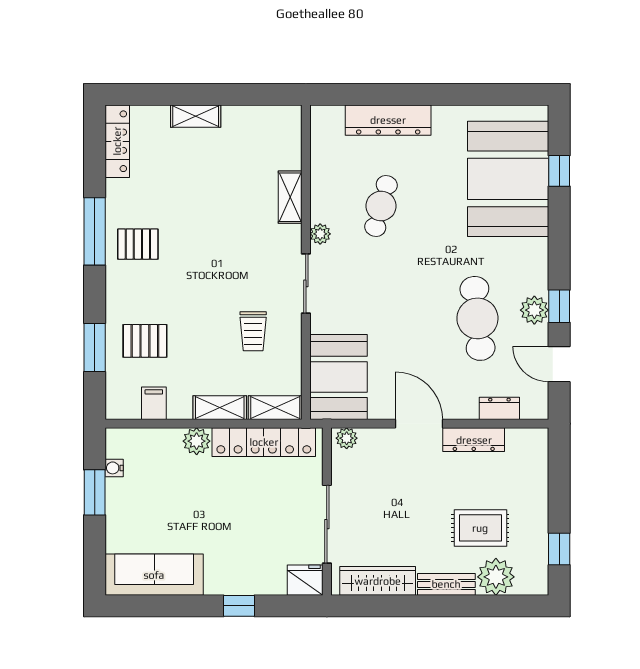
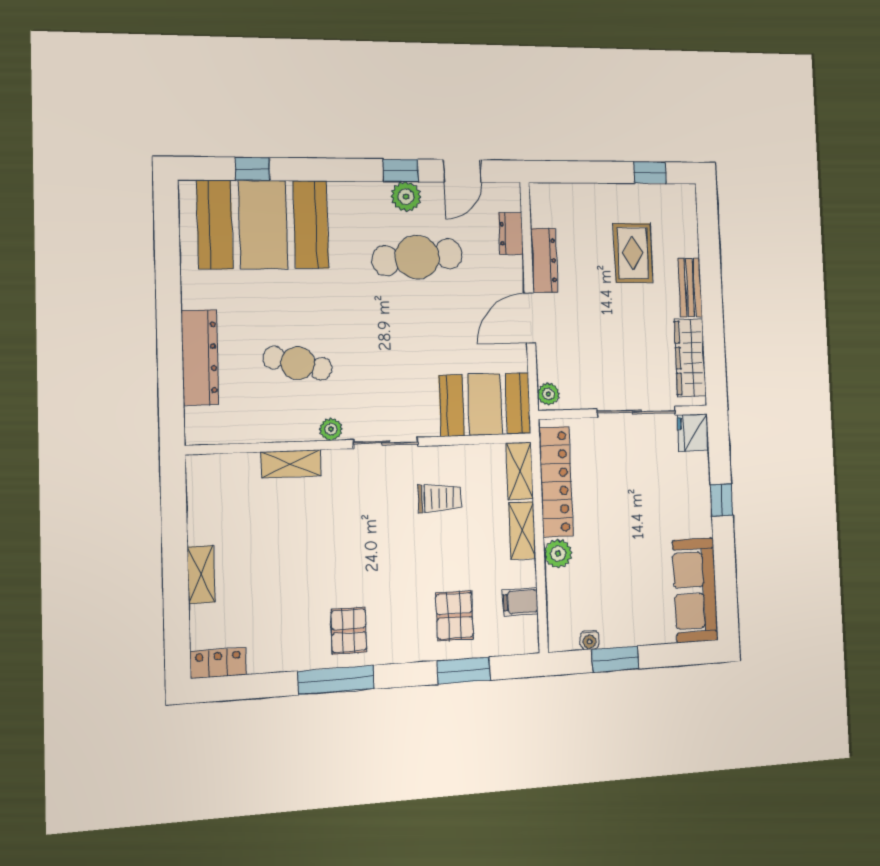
locker: (117, 141) -> (218, 663), width x0.66
plant: (496, 577) -> (680, 237), removed

